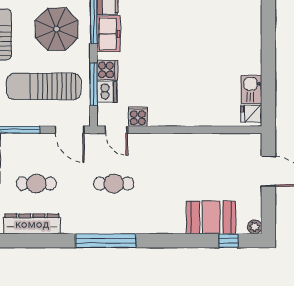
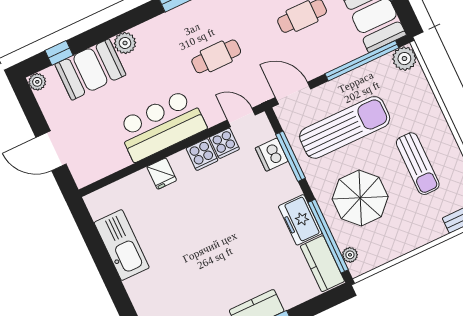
cooker: (107, 70) -> (202, 155), moved, turned -90
kitchen sink: (251, 89) -> (122, 245), width x1.88, depth x1.24
fridge: (251, 114) -> (162, 174), moved, turned 90
bar counter: (178, 152) -> (161, 125), added
plant: (176, 225) -> (125, 43), added

